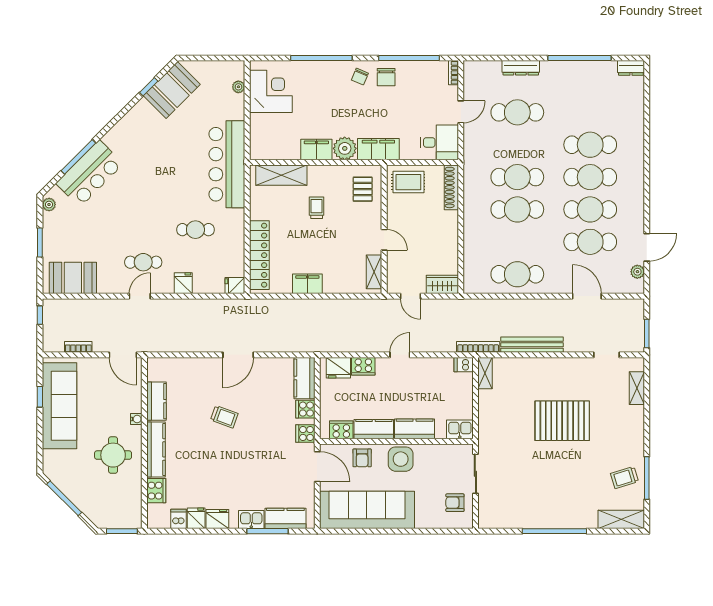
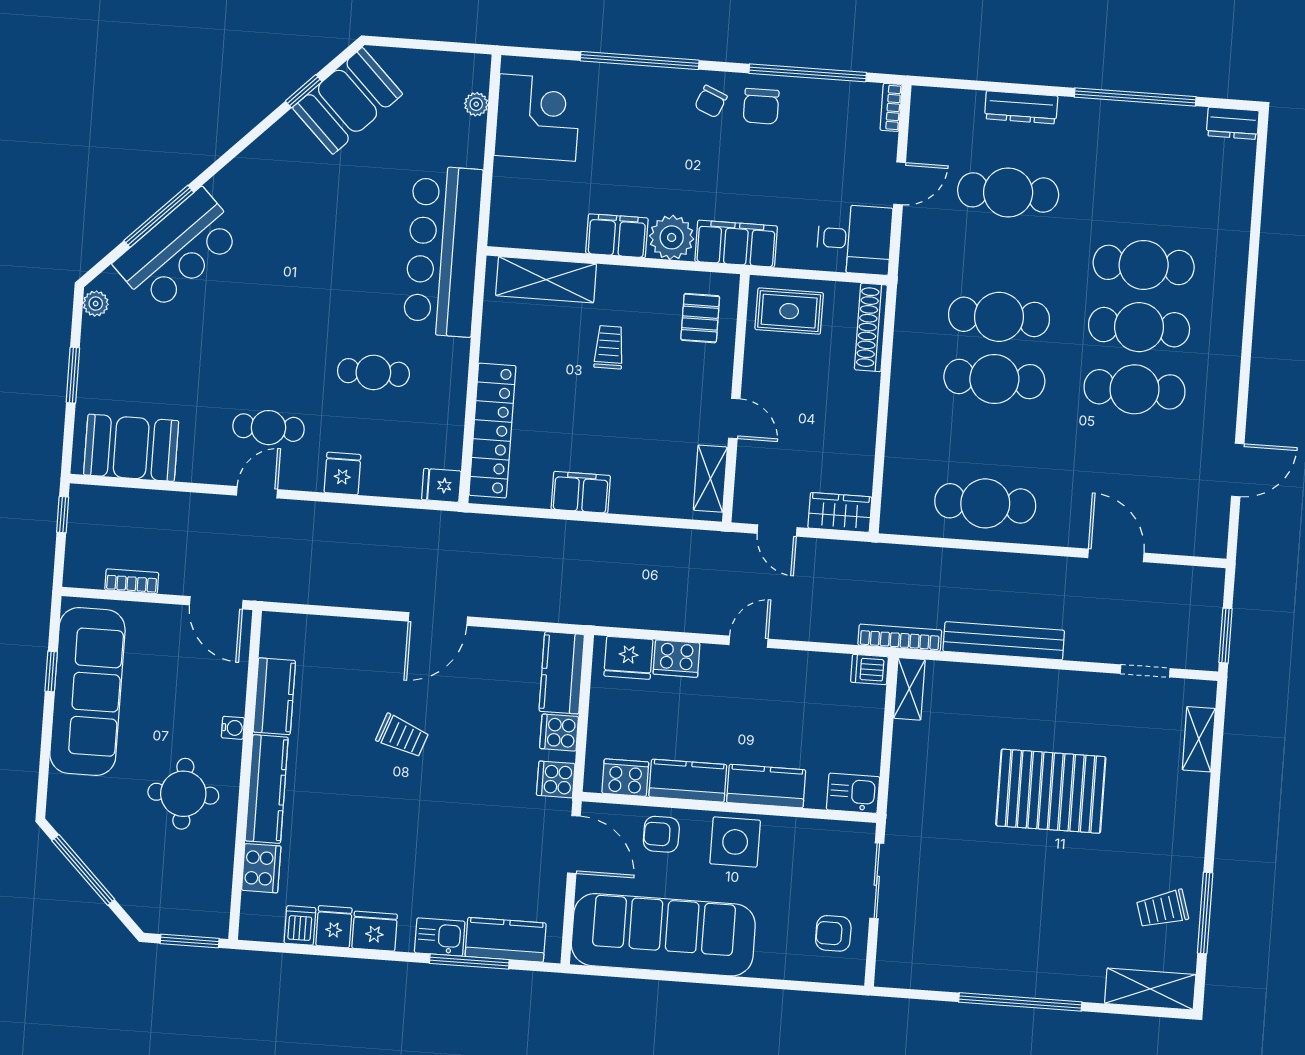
cafe table: (590, 242) -> (1130, 452), removed
plant: (637, 272) -> (1216, 516), removed
armchair: (362, 458) -> (661, 834), turned 90

